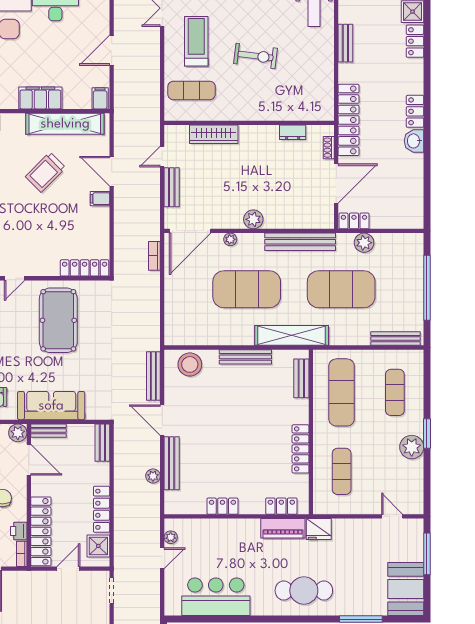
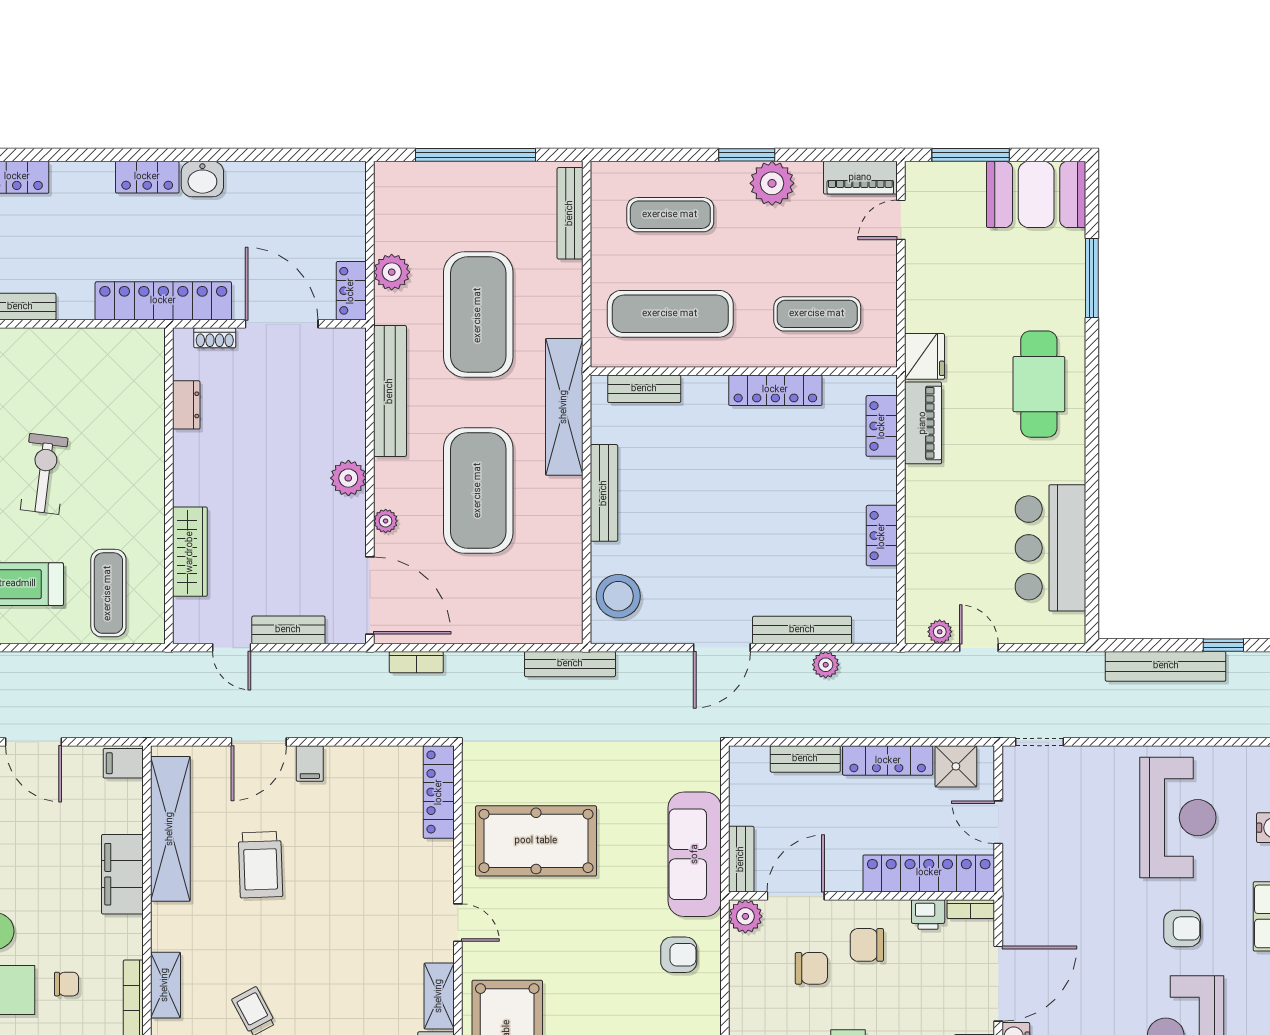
trolley: (46, 172) -> (260, 865), turned 43
bench: (153, 376) -> (570, 664), moved
bench: (102, 443) -> (805, 759), moved
piano: (415, 495) -> (860, 178), added

